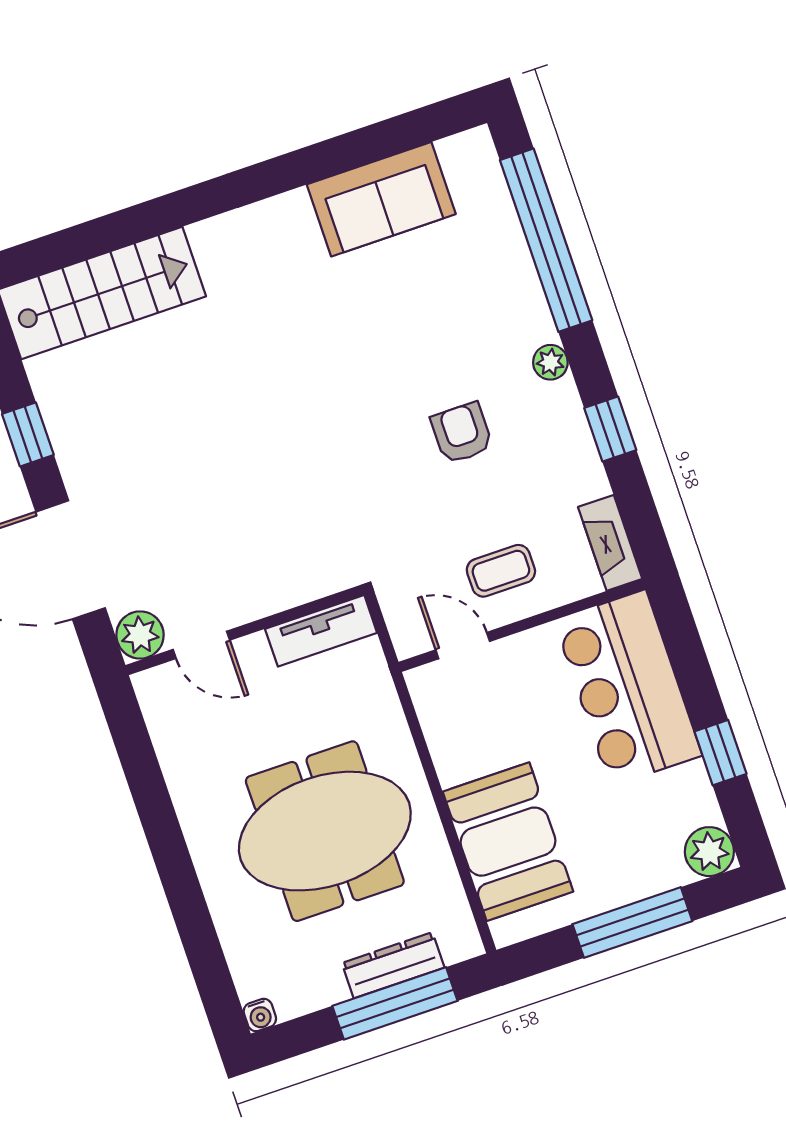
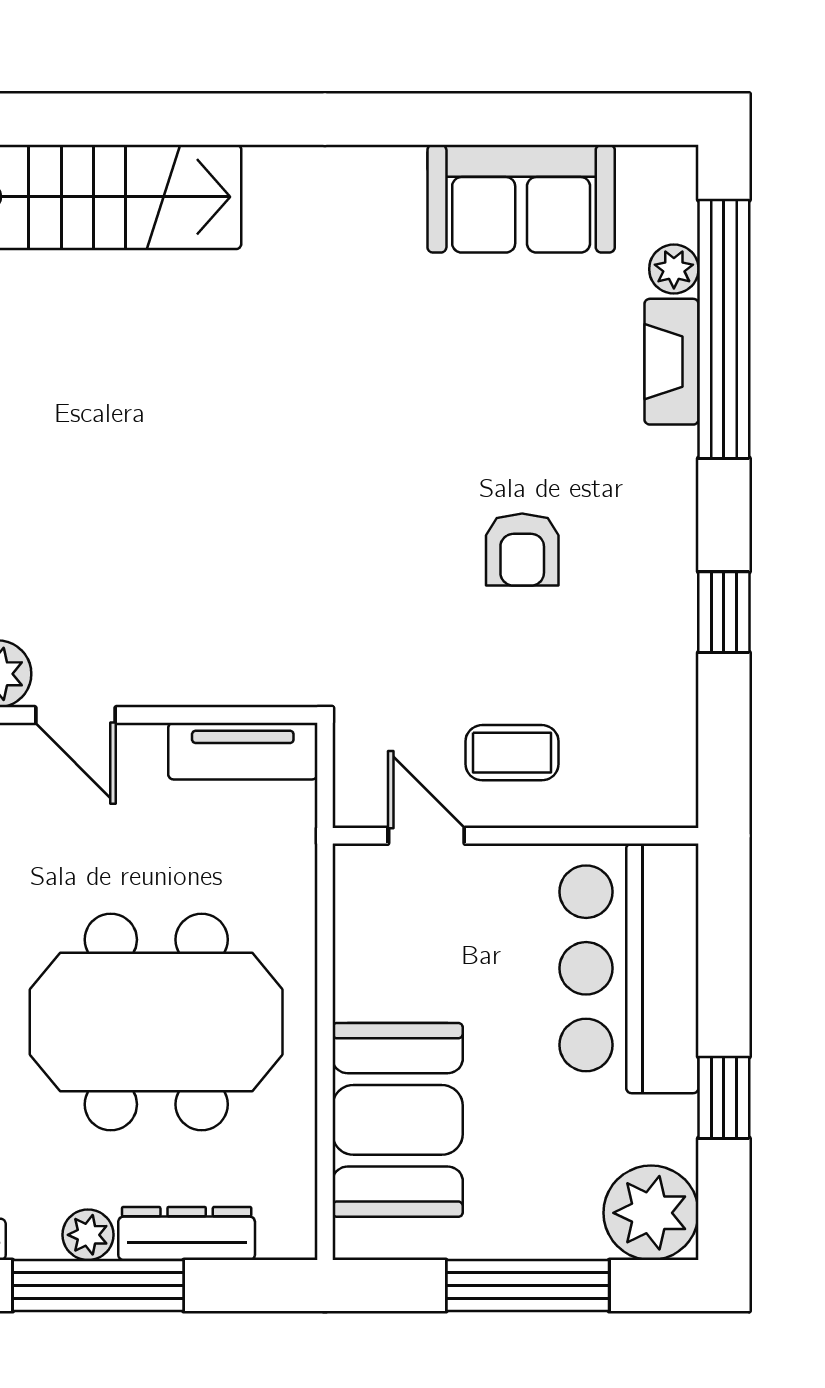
plant: (550, 362) -> (674, 269), moved
armchair: (462, 433) -> (522, 550), turned 180
fireplace: (610, 543) -> (672, 362), moved
plant: (709, 852) -> (651, 1213), width x1.36, depth x1.36
plant: (328, 988) -> (88, 1235), added
window: (395, 1003) -> (98, 1286), moved

